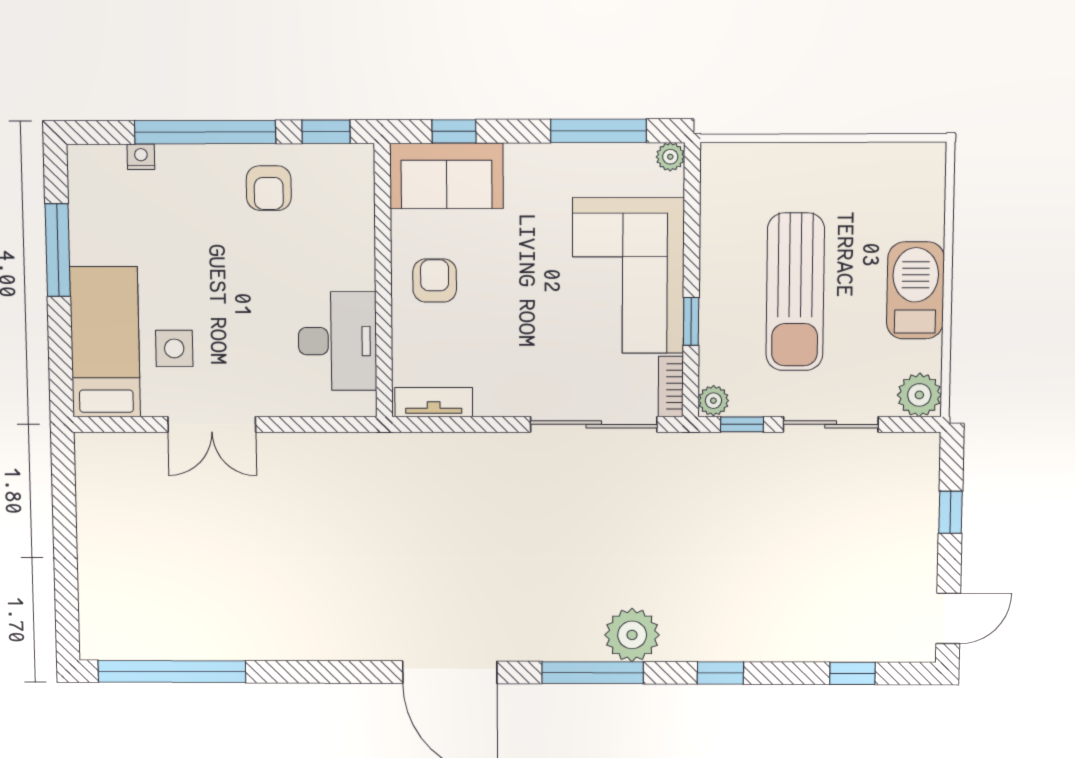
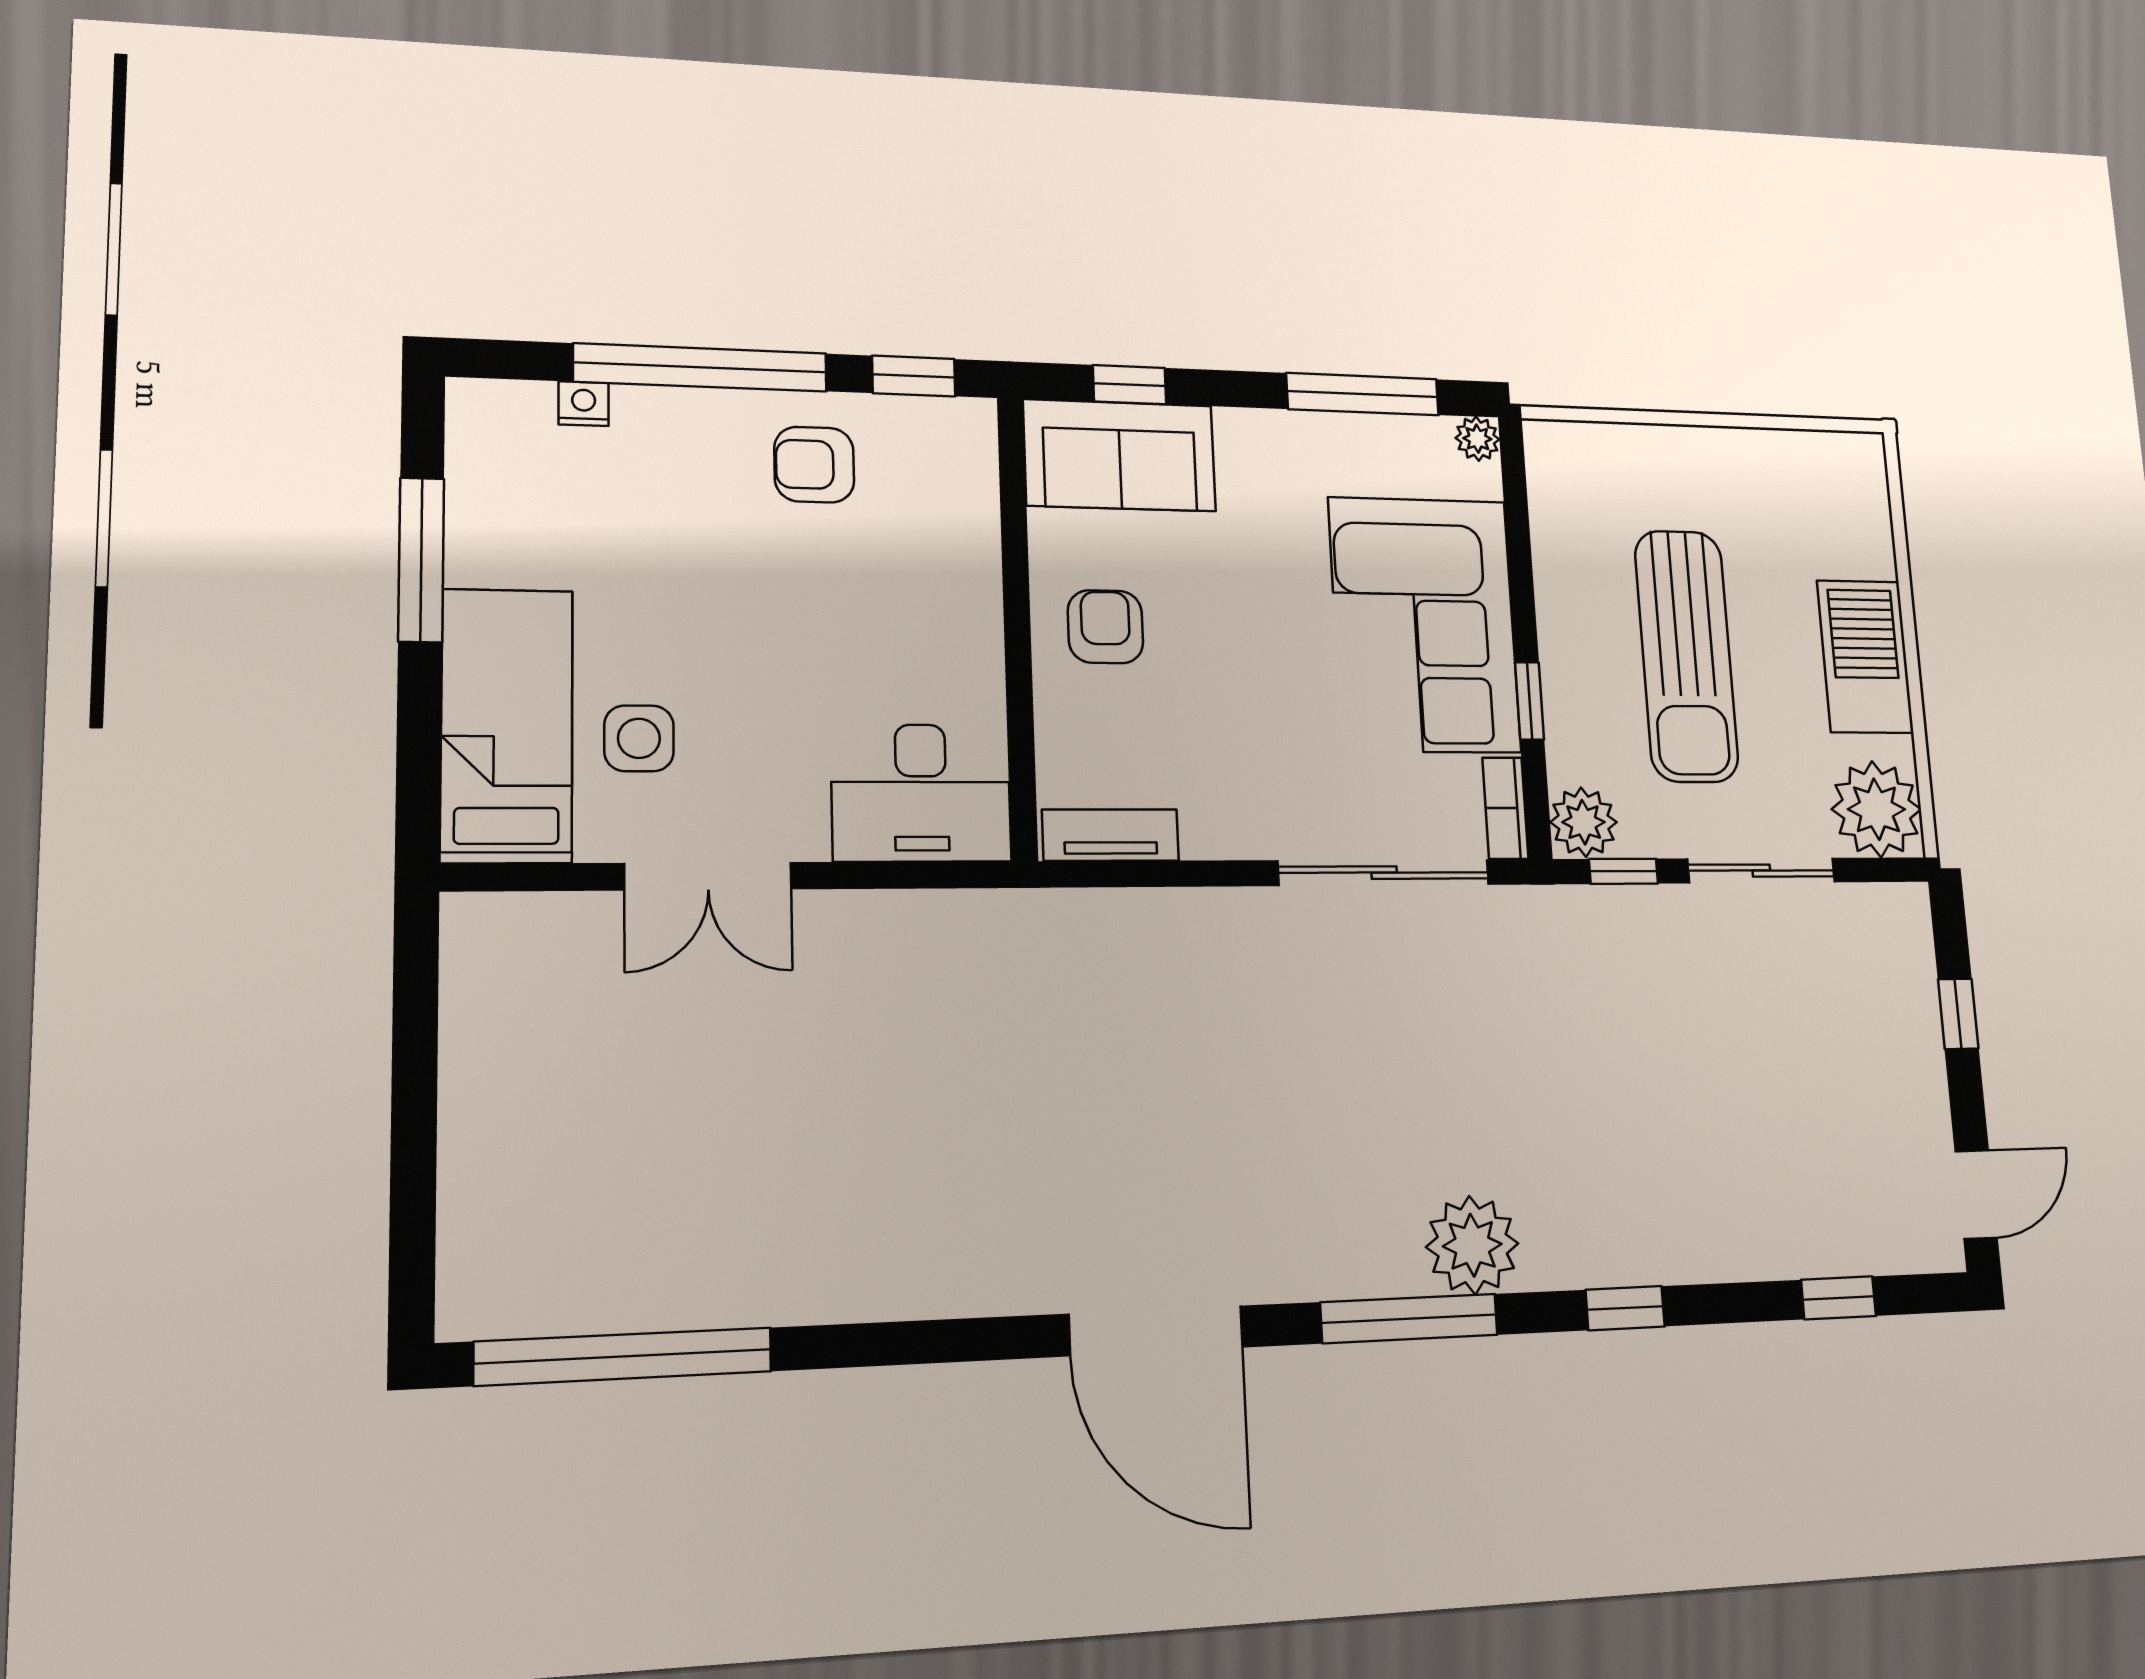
armchair: (269, 188) -> (814, 465), turned 90
desk: (337, 341) -> (921, 793), moved, turned 90
plant: (919, 395) -> (1876, 809), width x1.36, depth x1.36
plant: (713, 401) -> (1584, 822), width x1.38, depth x1.38

